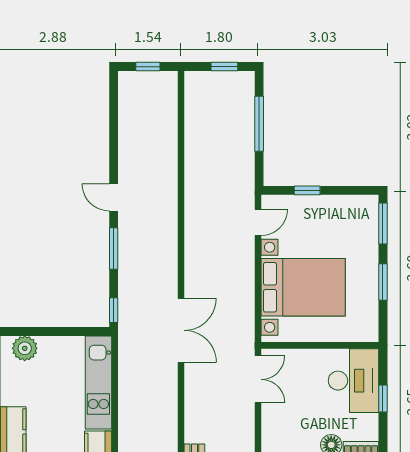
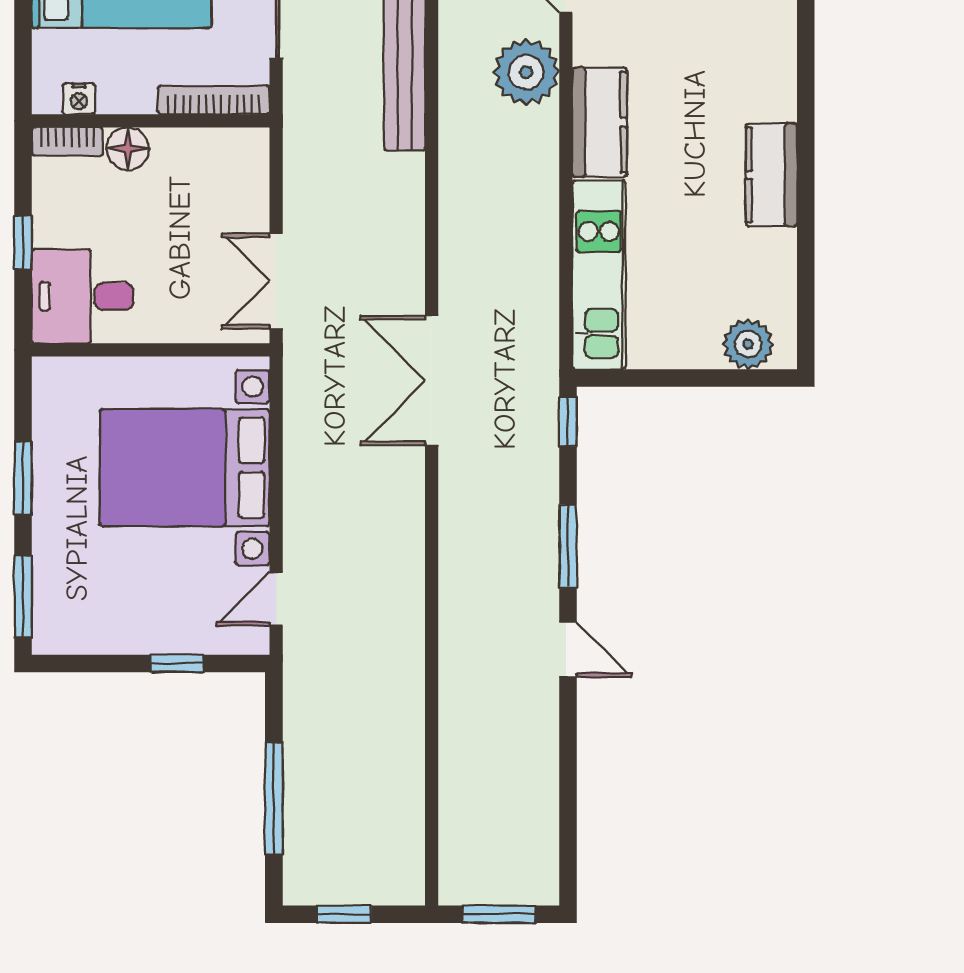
window: (148, 67) -> (499, 914), width x1.50
desk: (354, 381) -> (83, 296), width x0.73

